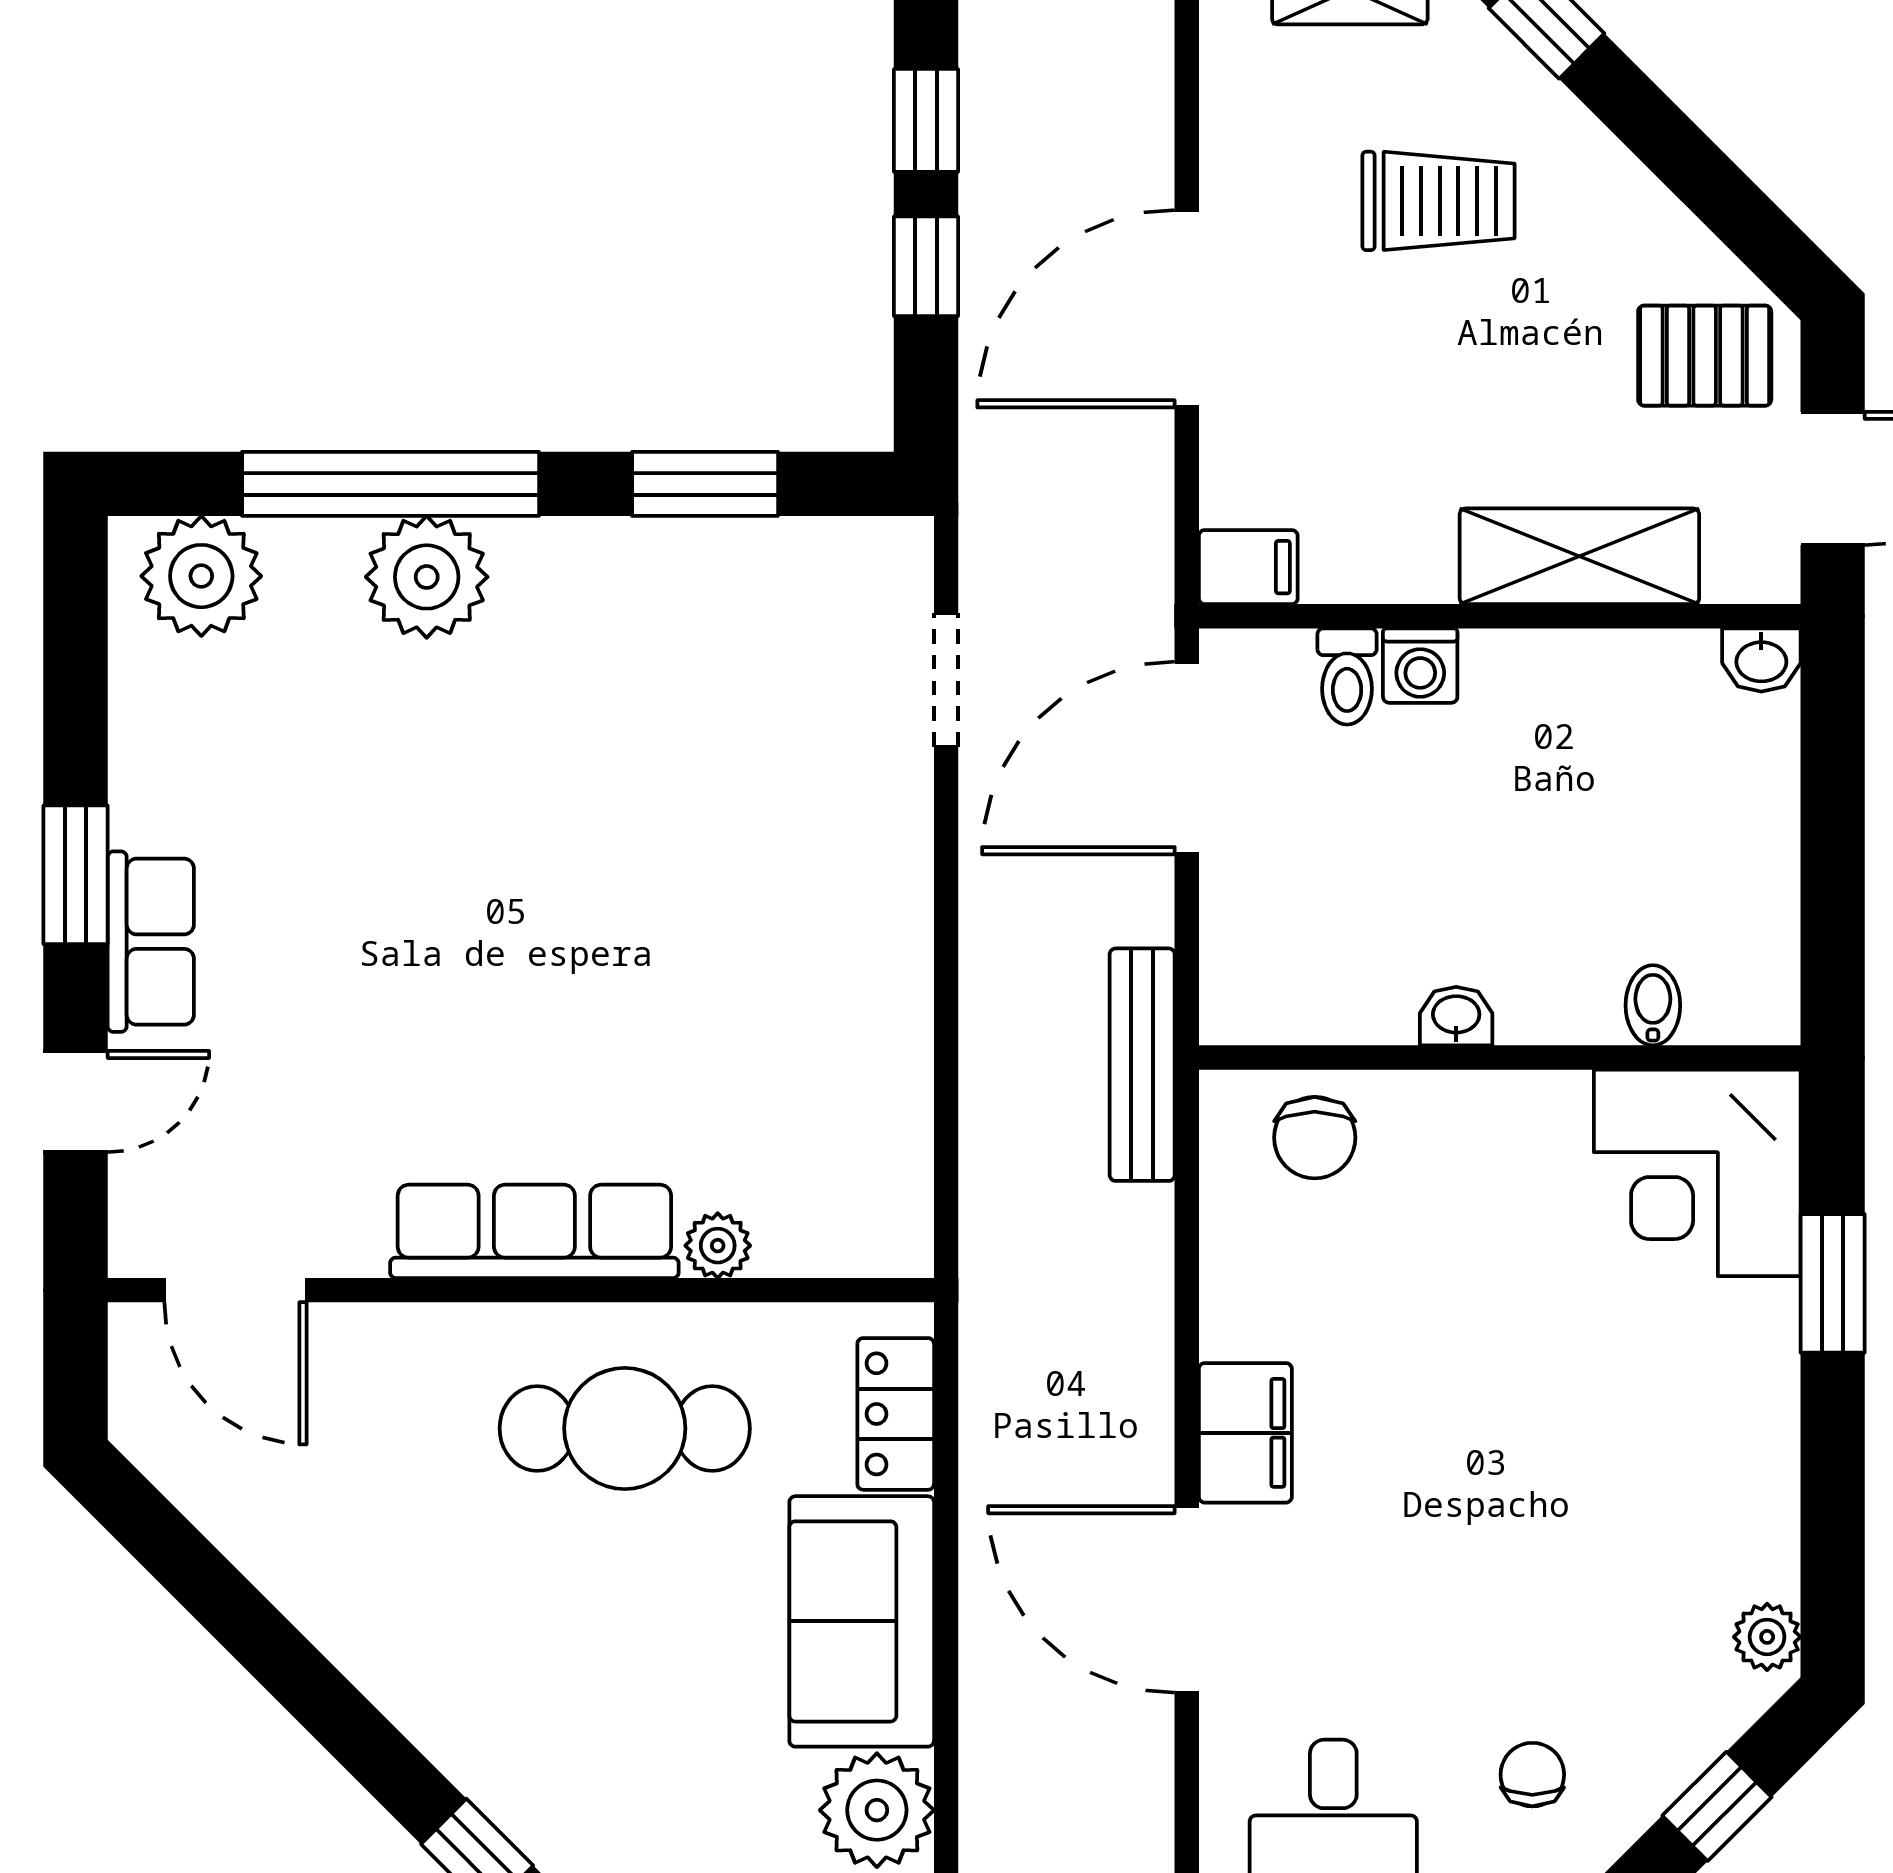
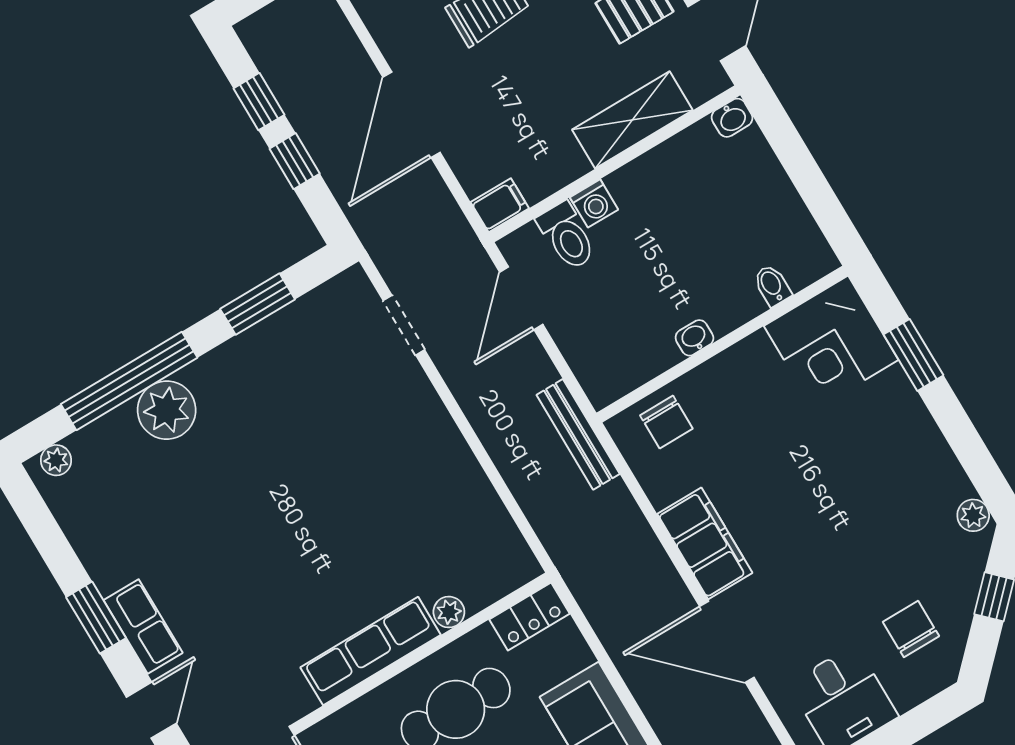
plant: (201, 576) -> (56, 460), width x0.53, depth x0.53
toilet: (1347, 676) -> (567, 236), width x1.37, depth x1.39
door: (1187, 758) -> (521, 298), width x0.73
locker: (896, 1414) -> (529, 616), moved, turned -90
filing cabinet: (1245, 1433) -> (705, 543), width x1.50, depth x1.17
chair: (1532, 1775) -> (911, 629), width x1.37, depth x1.37

